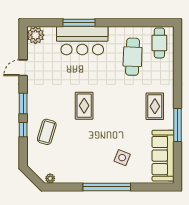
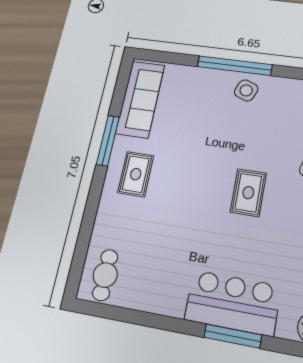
cafe table: (133, 57) -> (154, 260), removed
side table: (122, 158) -> (246, 90), moved

